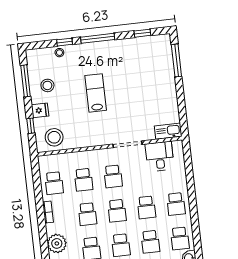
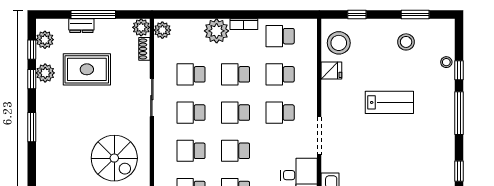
window: (25, 81) -> (415, 15), width x0.69
fridge: (40, 110) -> (331, 70), moved, turned -90
plant: (57, 243) -> (217, 31), moved

